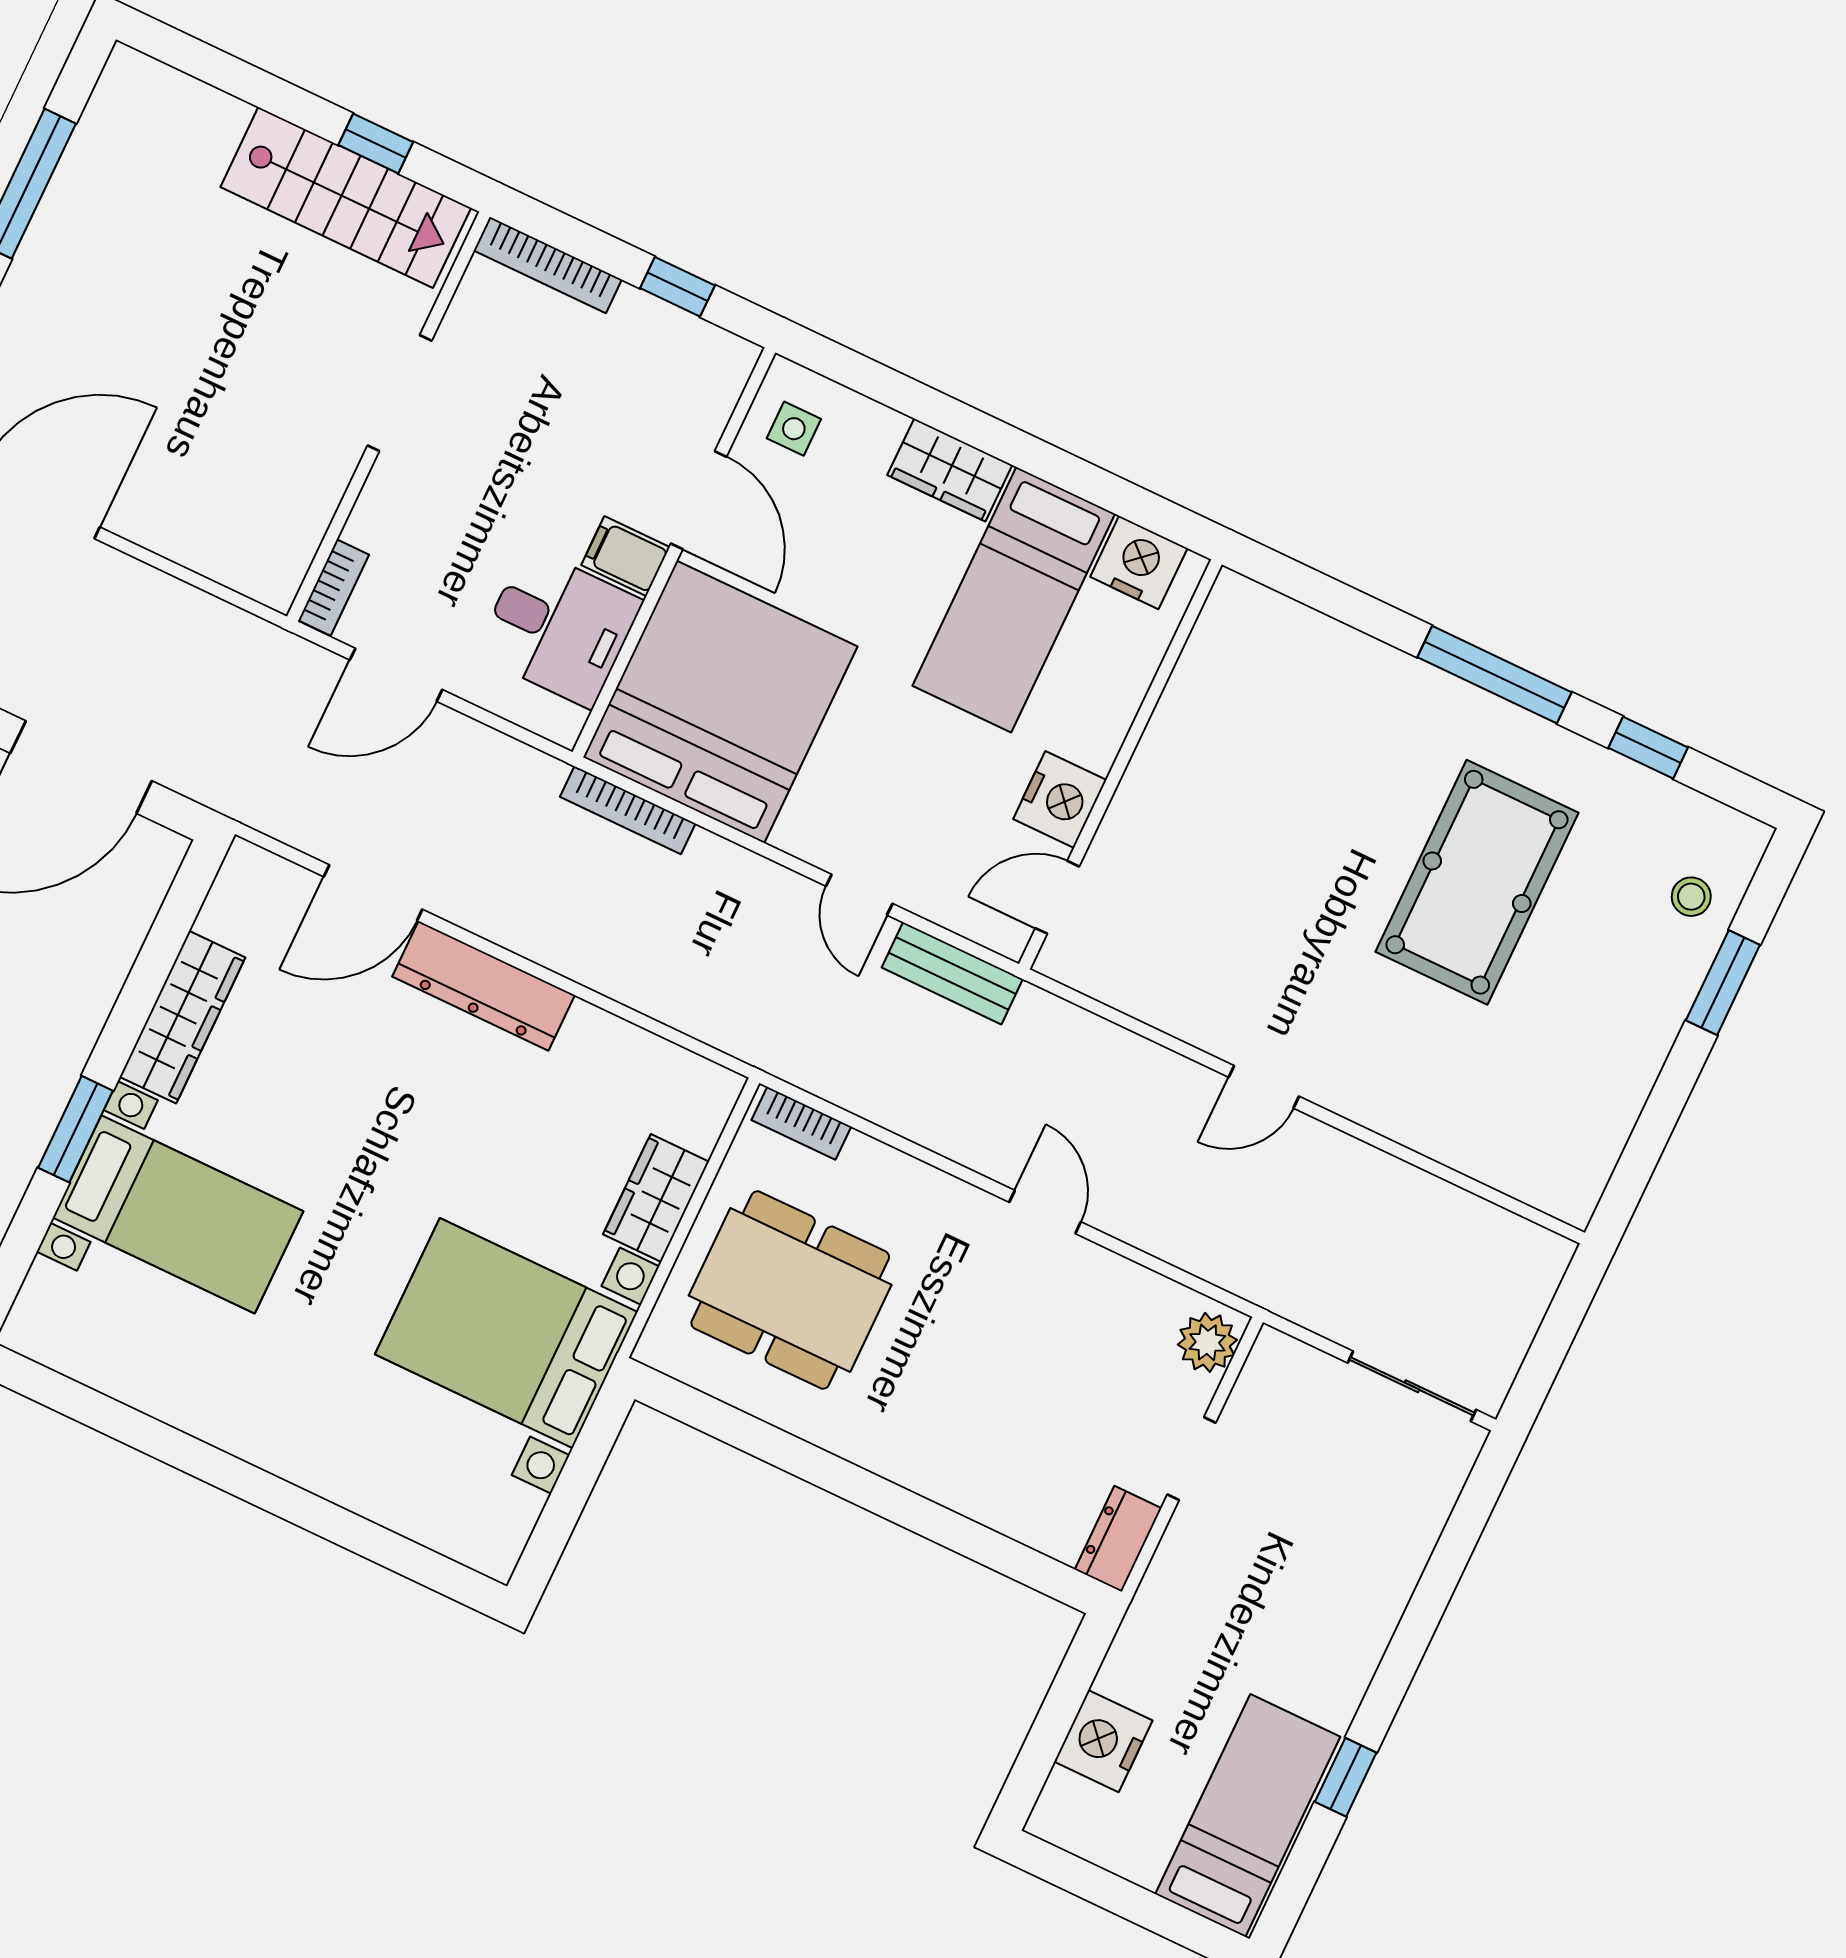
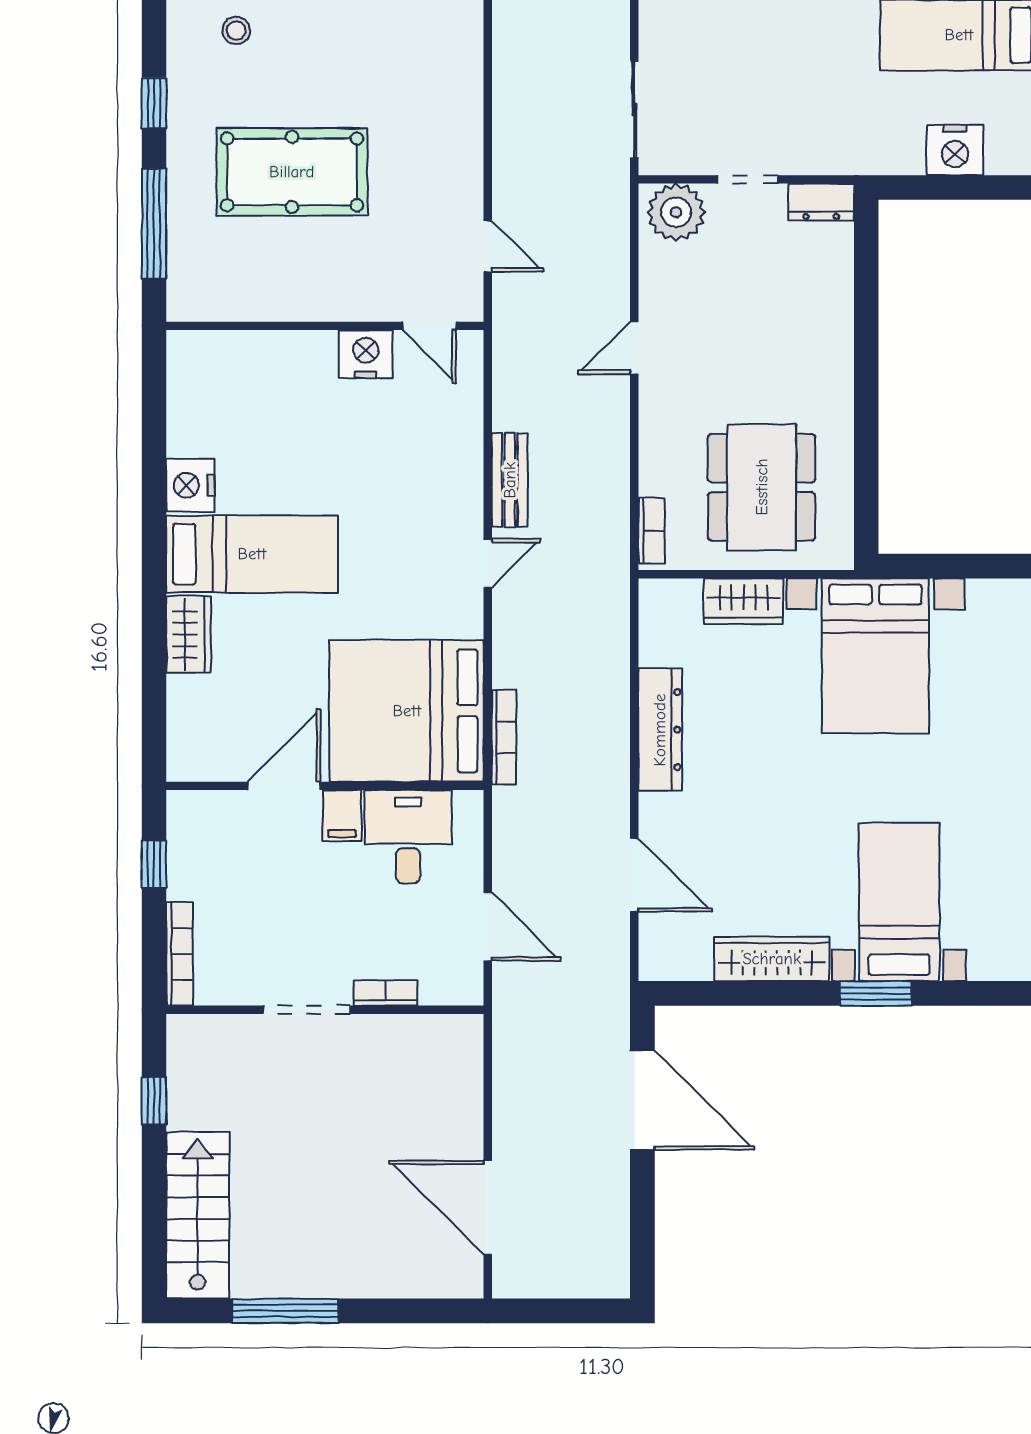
stairs: (346, 197) -> (198, 1215), moved
side table: (794, 429) -> (209, 747), removed
bookcase: (334, 587) -> (385, 993), moved
wall: (1120, 764) -> (325, 326), moved
nightstand: (1060, 799) -> (366, 354), moved
door: (1057, 897) -> (429, 326), moved
dresser: (483, 986) -> (660, 730), moved
plant: (1207, 1342) -> (676, 212), width x1.36, depth x1.36
sliding door: (1412, 1386) -> (634, 109), moved

